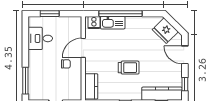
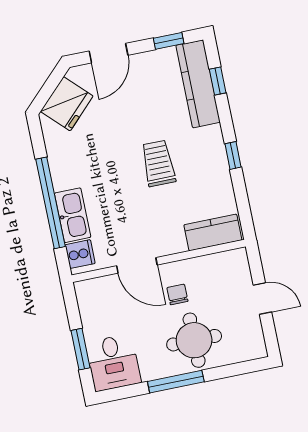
desk: (40, 38) -> (113, 363), moved
round table: (43, 67) -> (194, 340), added
window: (25, 81) -> (176, 382), moved

